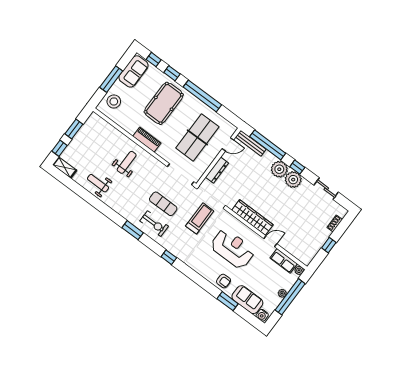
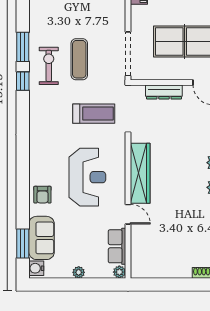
exercise bike: (154, 224) -> (49, 66), turned 180
window: (329, 245) -> (174, 284), removed
window: (169, 257) -> (23, 81), moved
window: (290, 297) -> (81, 284), removed
window: (228, 301) -> (23, 244), moved

